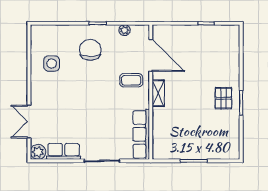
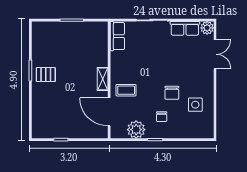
plant: (124, 30) -> (136, 130), width x1.88, depth x1.88
chair: (90, 50) -> (162, 117), width x0.54, depth x0.54
chair: (79, 77) -> (172, 93), added
pallet: (223, 98) -> (46, 75), turned 90
row of seats: (141, 134) -> (117, 36), width x0.68

